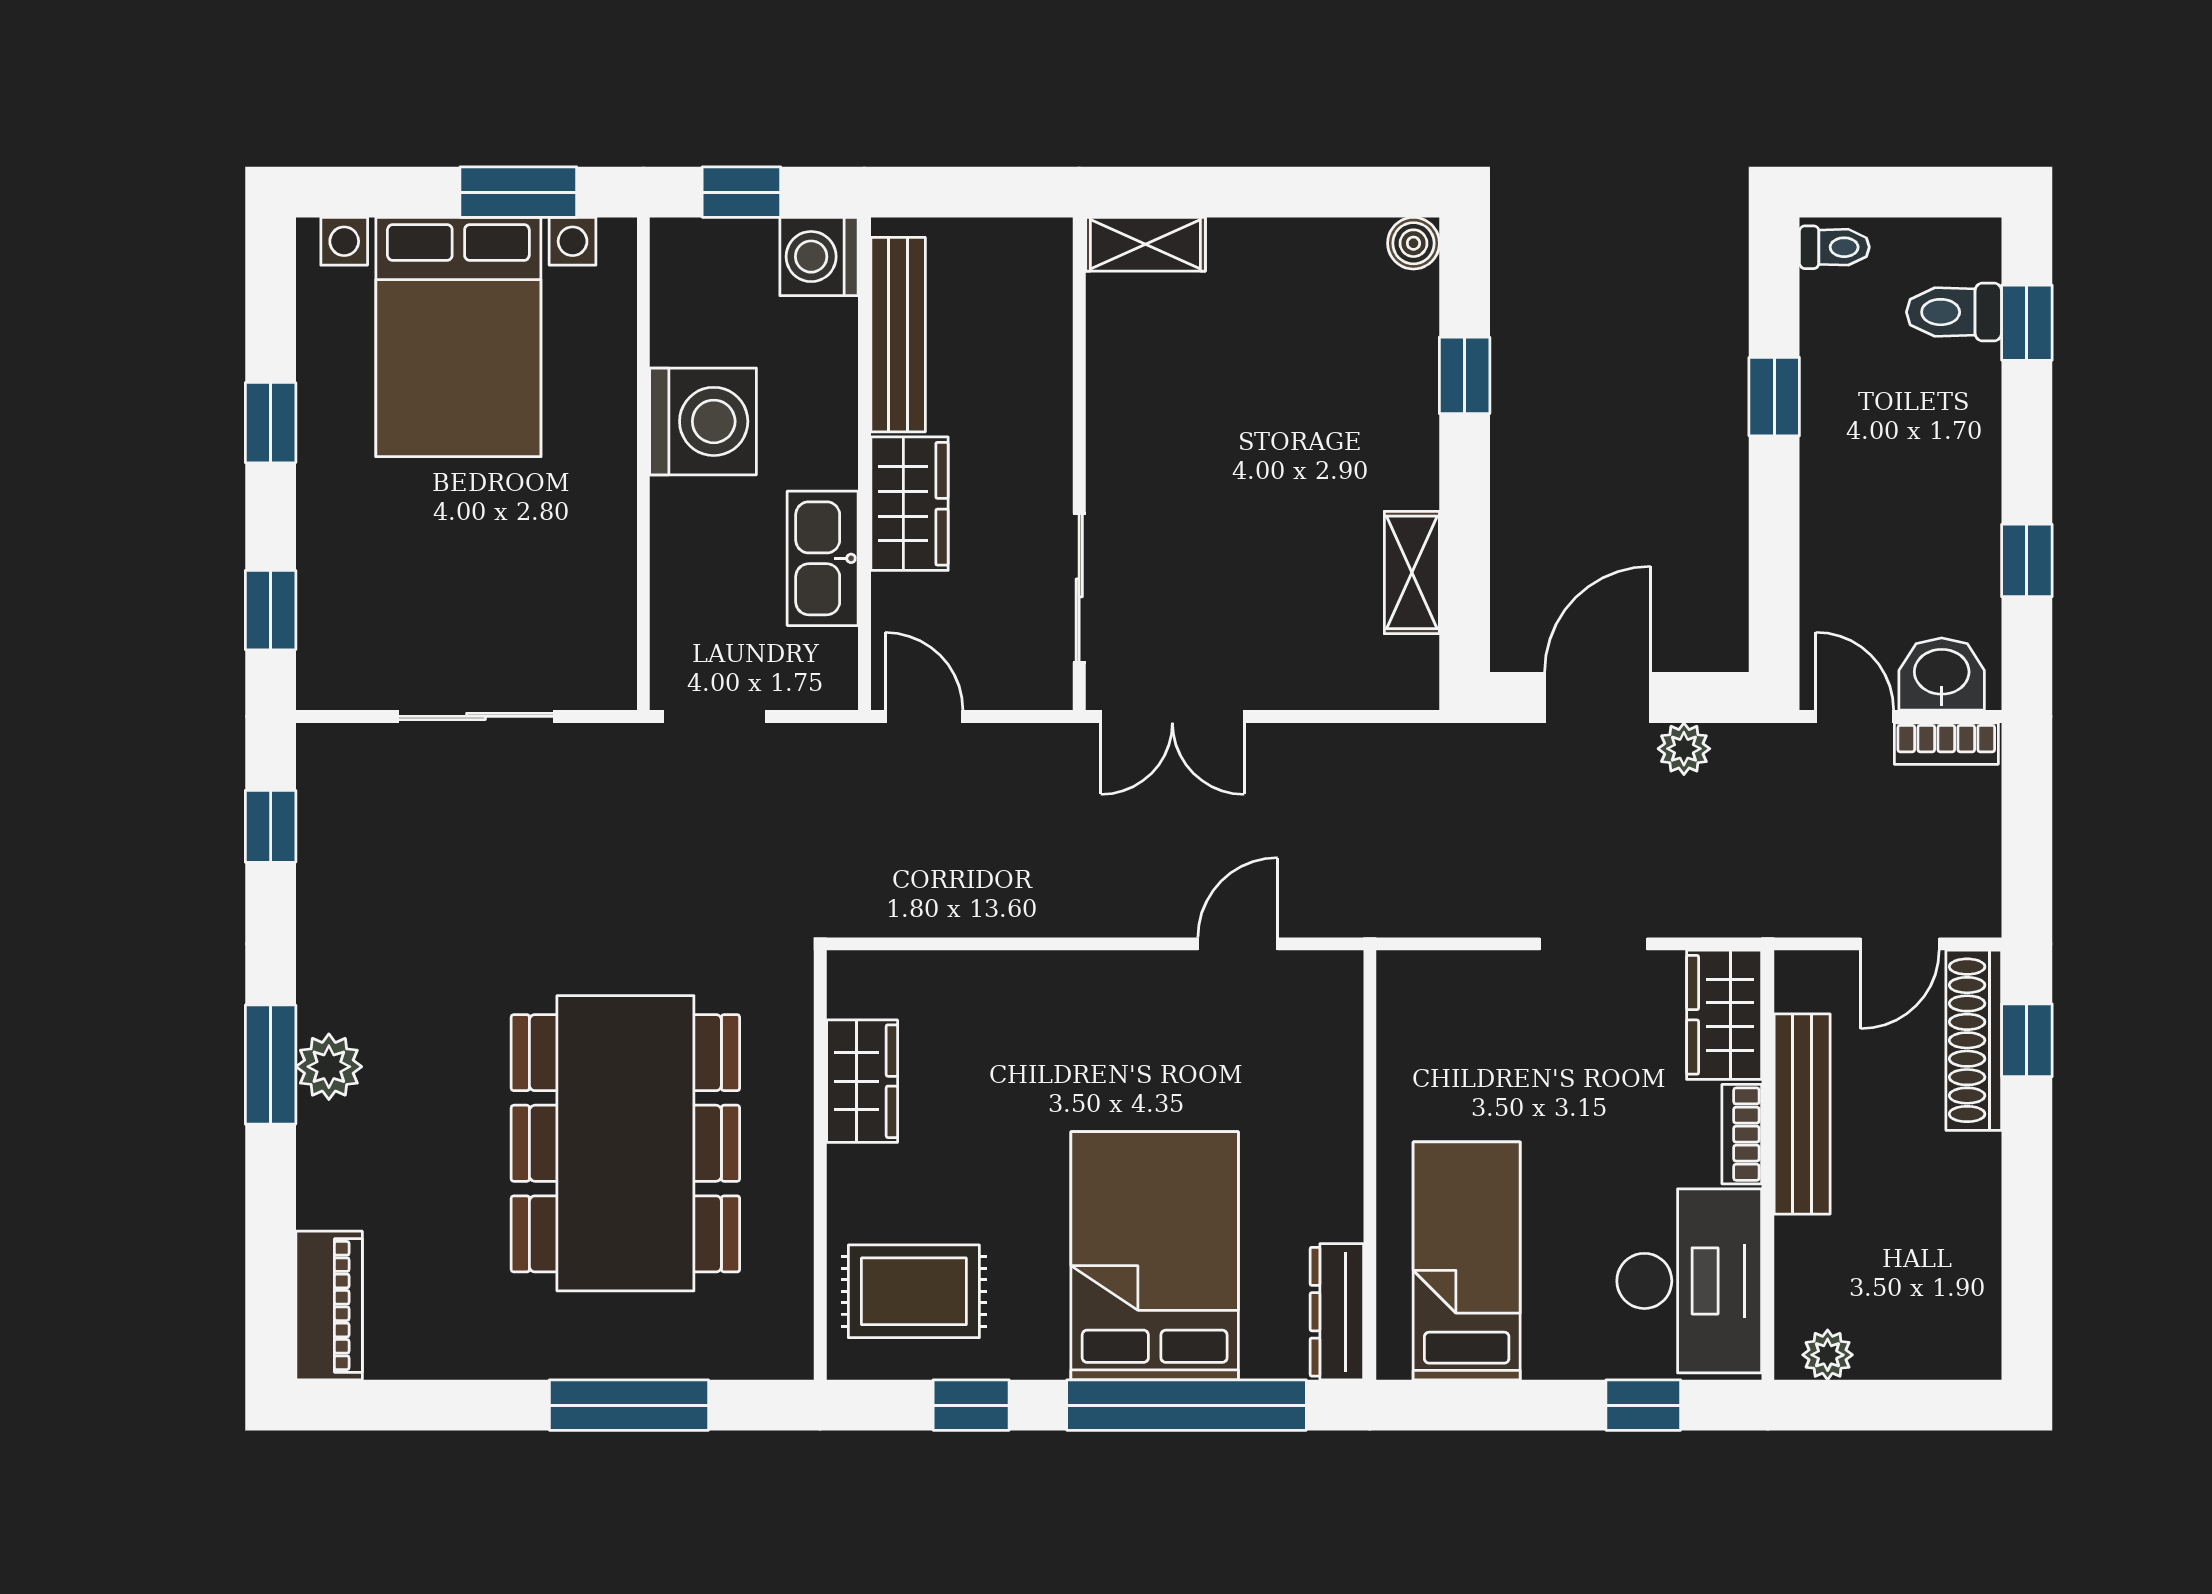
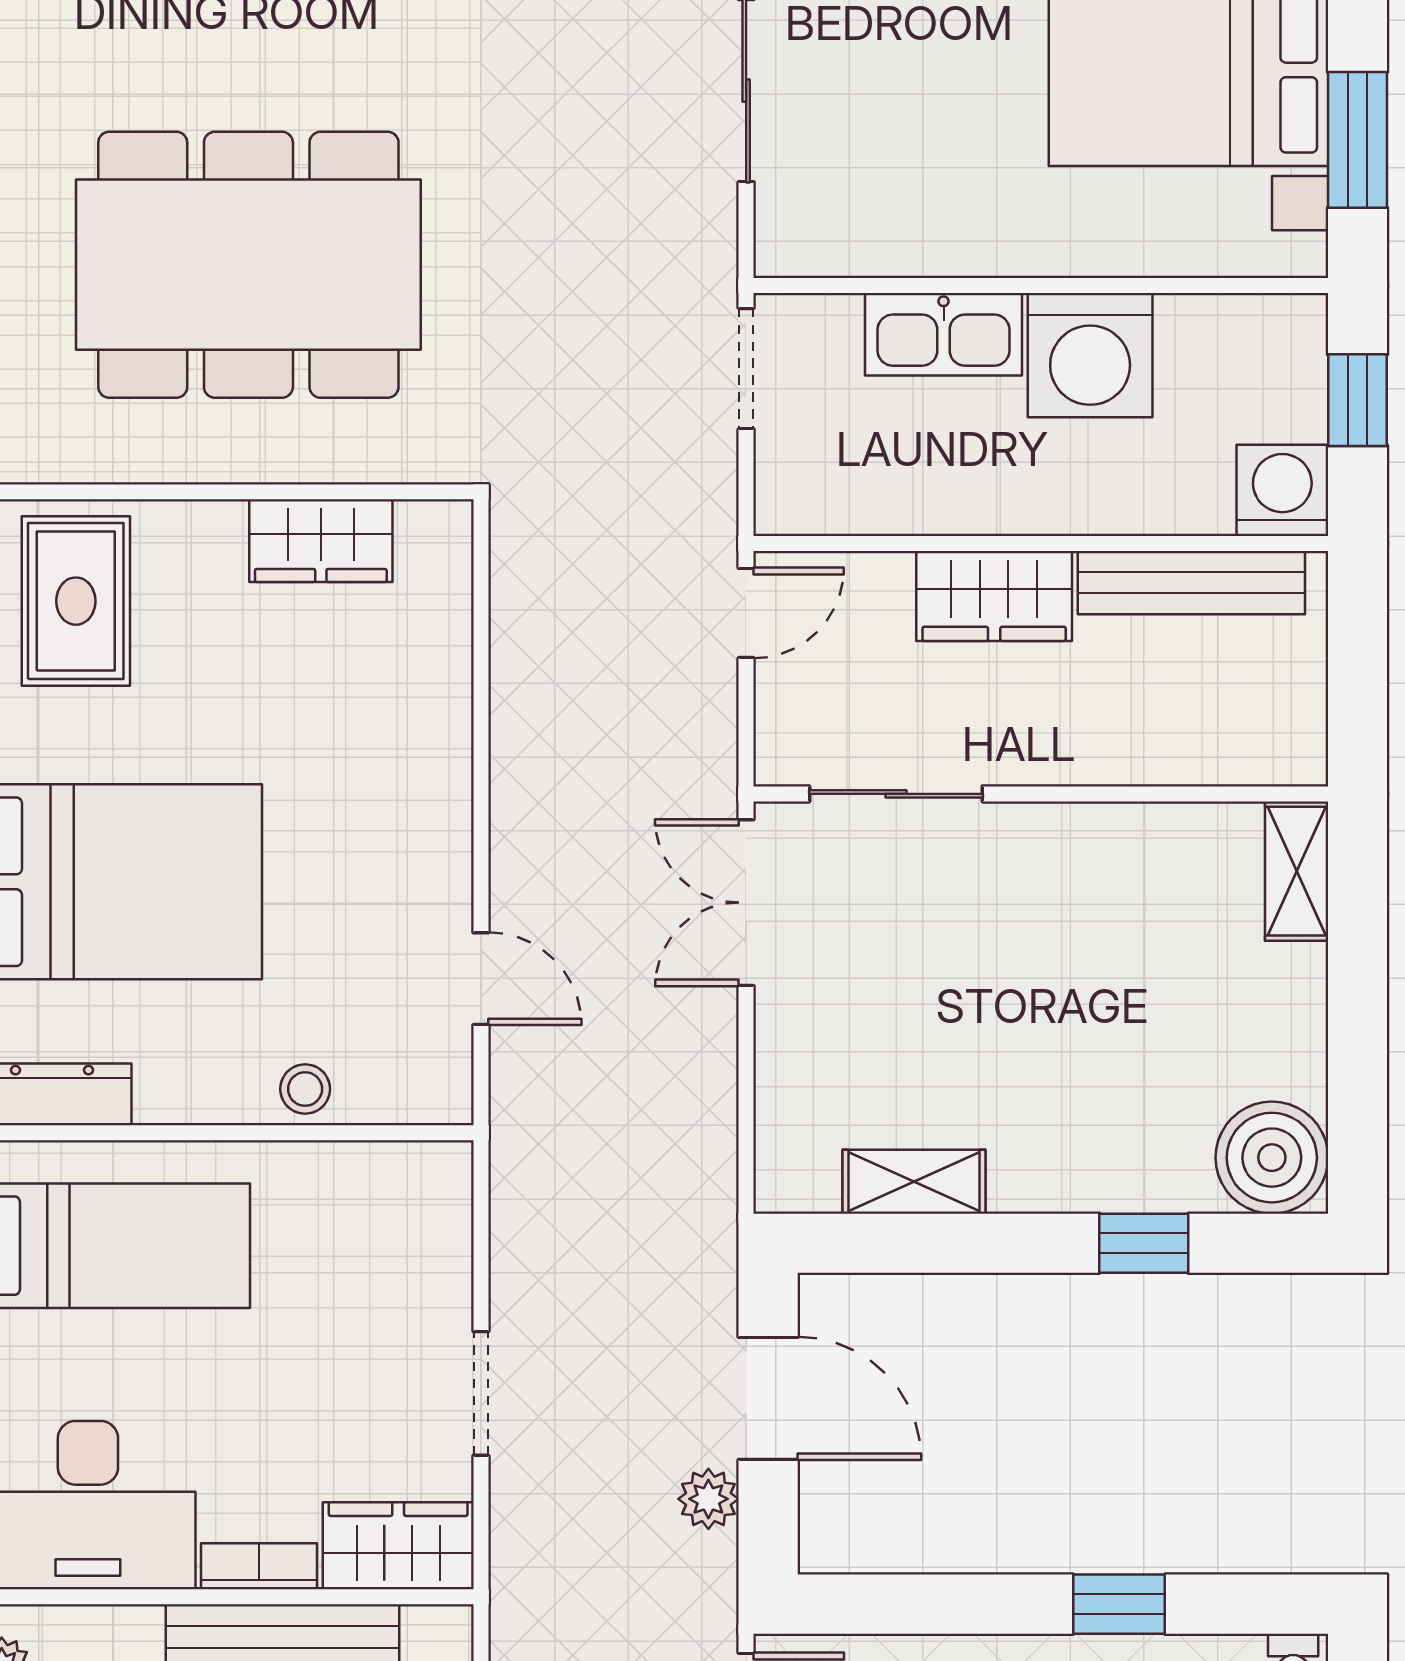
boiler: (1413, 243) -> (1272, 1158), width x1.86, depth x1.86
kitchen sink: (823, 558) -> (944, 334), moved, turned 180
stool: (1332, 1095) -> (305, 1089), added

